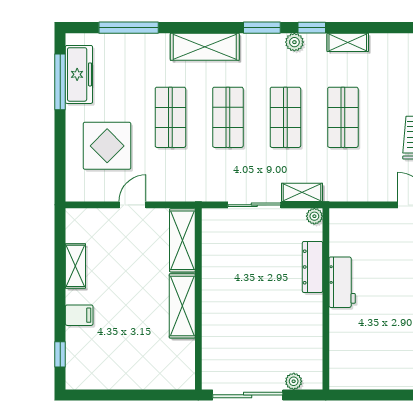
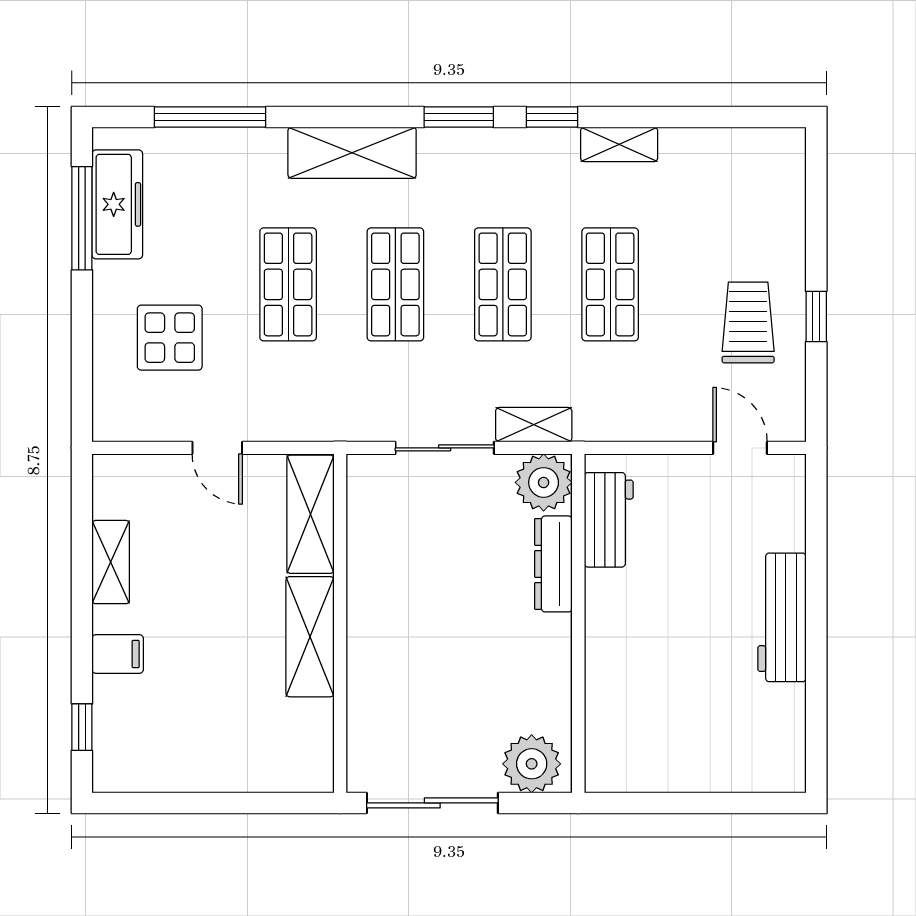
plant: (294, 42) -> (520, 144), removed
display table: (107, 146) -> (170, 338), width x0.73, depth x0.73
door: (132, 205) -> (217, 448), swing flipped
plant: (314, 216) -> (544, 482), width x1.87, depth x1.87
workbench: (342, 282) -> (609, 520), moved
plant: (294, 381) -> (532, 764), width x1.88, depth x1.88

